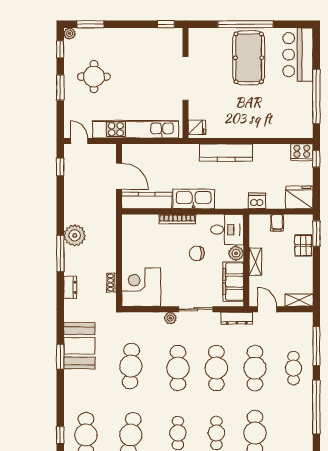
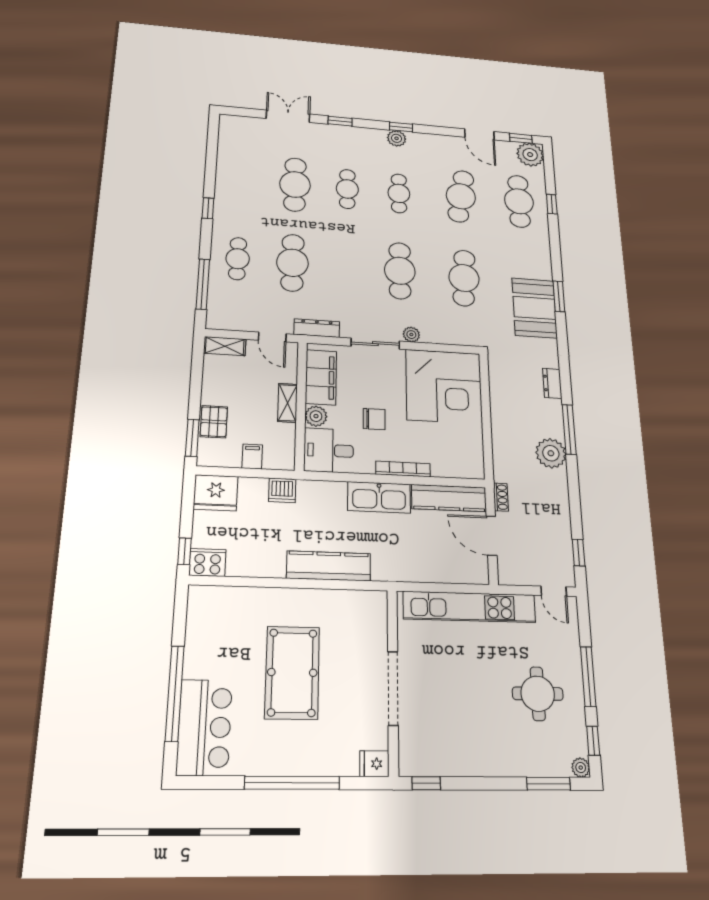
pool table: (249, 58) -> (292, 672), moved
window: (60, 88) -> (588, 676), width x1.44
window: (316, 96) -> (175, 693), moved
fridge: (197, 127) -> (374, 764), moved
shoe rack: (111, 283) -> (501, 497), moved
corner desk: (141, 287) -> (444, 386), width x1.36, depth x1.36
cafe table: (216, 368) -> (347, 267), removed
window: (316, 407) -> (208, 208), width x0.32

